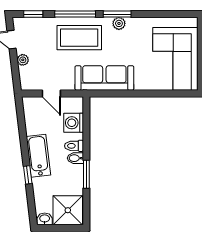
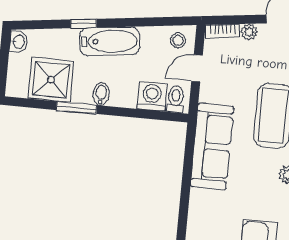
bookcase: (24, 78) -> (223, 31), added
stool: (33, 108) -> (178, 40), added
toilet: (74, 146) -> (176, 99), moved
shower: (68, 210) -> (51, 80), moved

